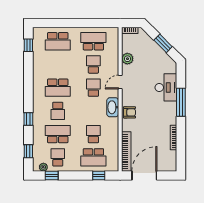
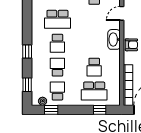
school desk: (93, 88) -> (94, 19), removed
school desk: (58, 134) -> (57, 67), width x0.54
school desk: (93, 134) -> (94, 67), turned 180

